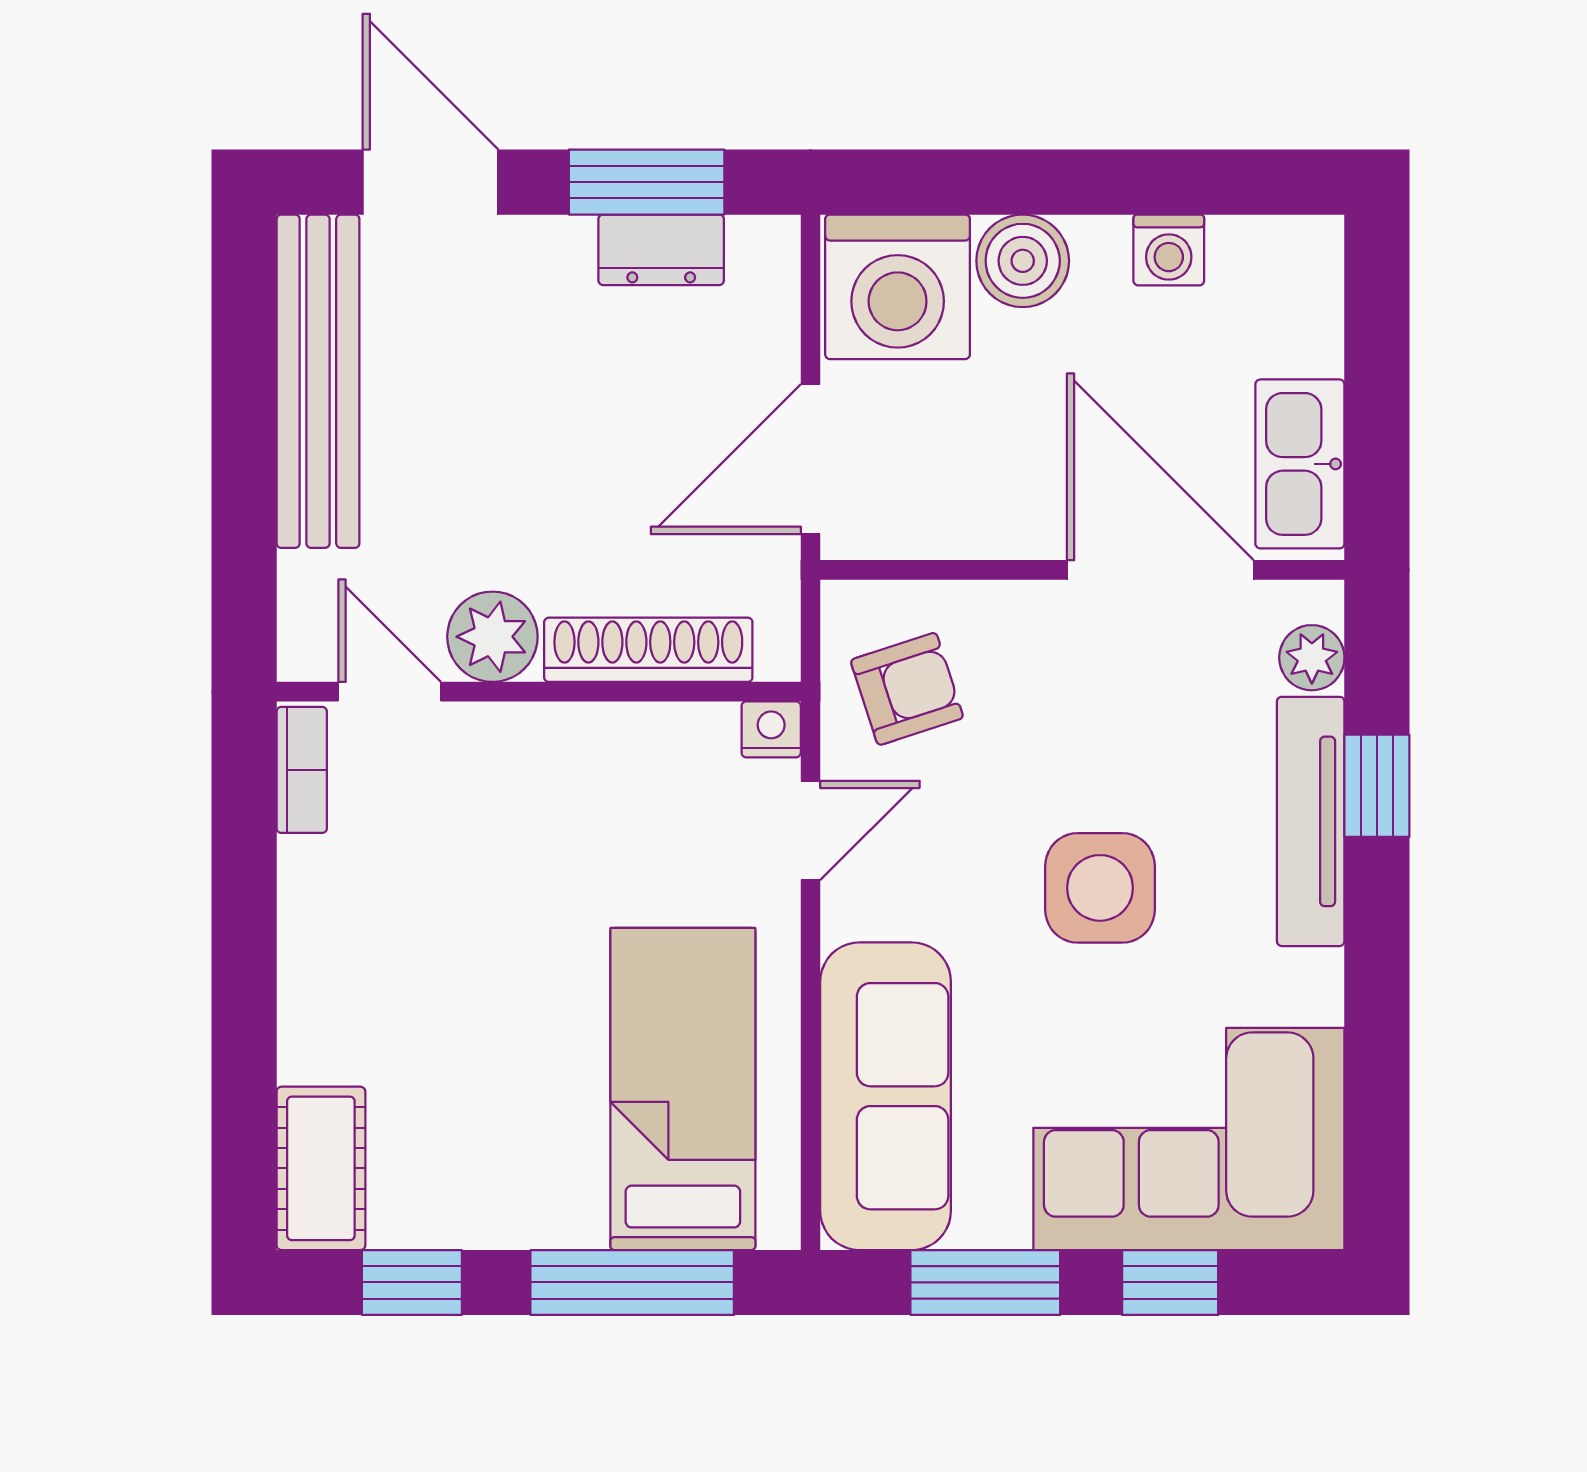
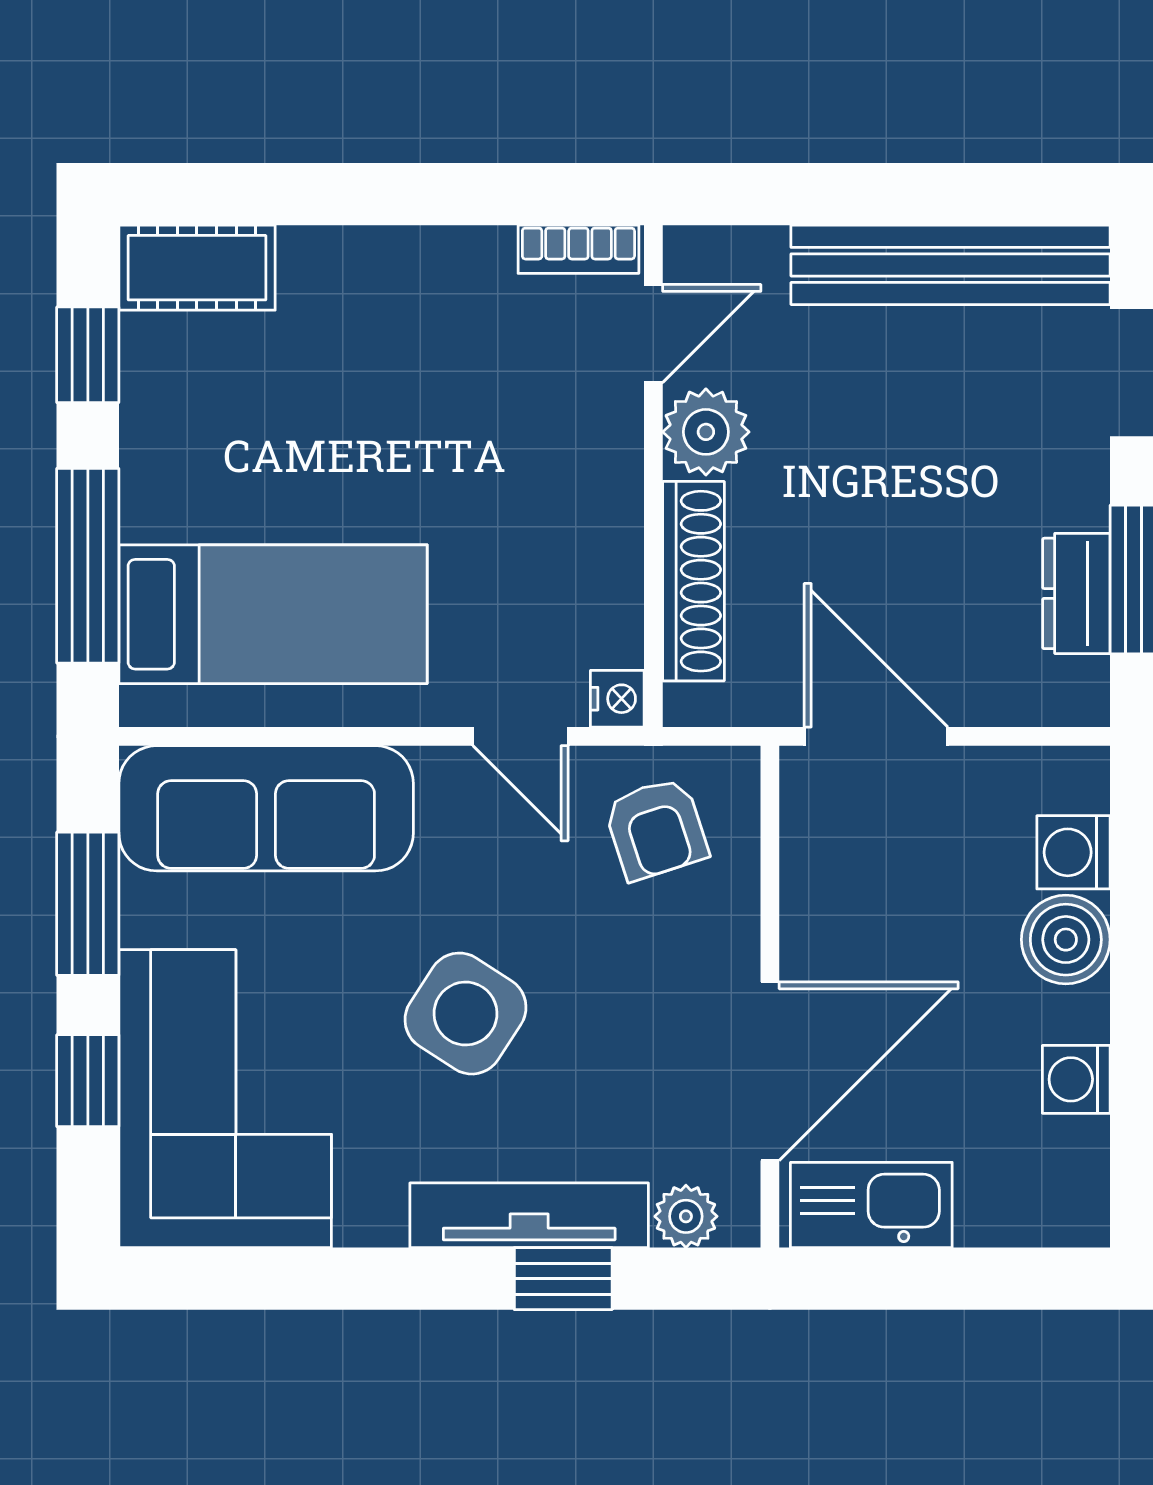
washing machine: (898, 287) -> (1073, 852), width x0.53, depth x0.53
side table: (1100, 888) -> (466, 1014), turned 33

